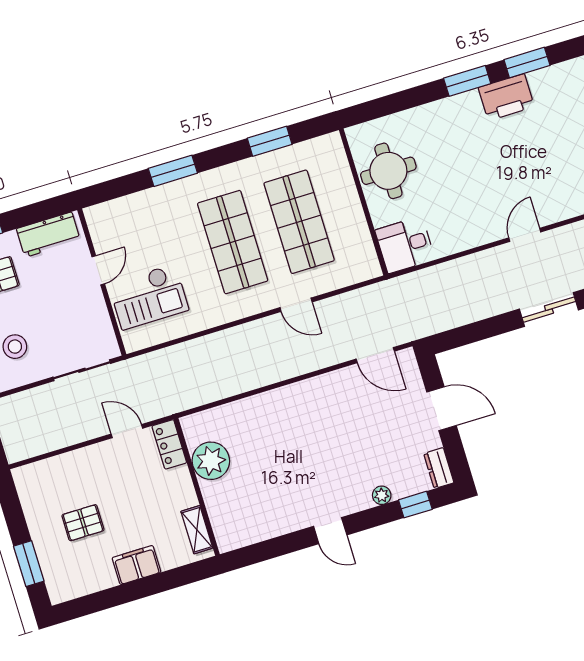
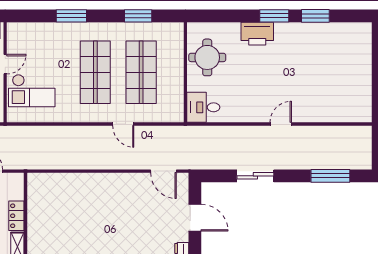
printer: (506, 97) -> (257, 34), moved
sliding door: (549, 310) -> (255, 176), moved
locker: (169, 444) -> (16, 216), moved
plant: (211, 461) -> (39, 206), removed

